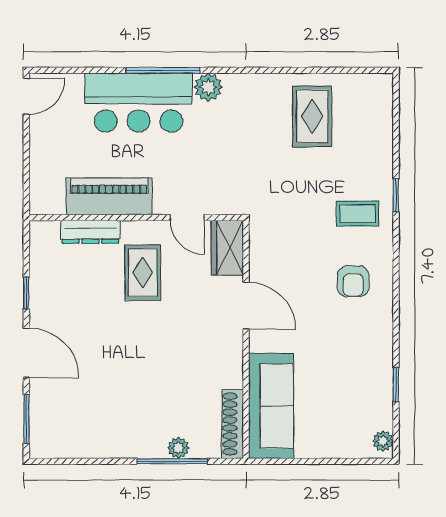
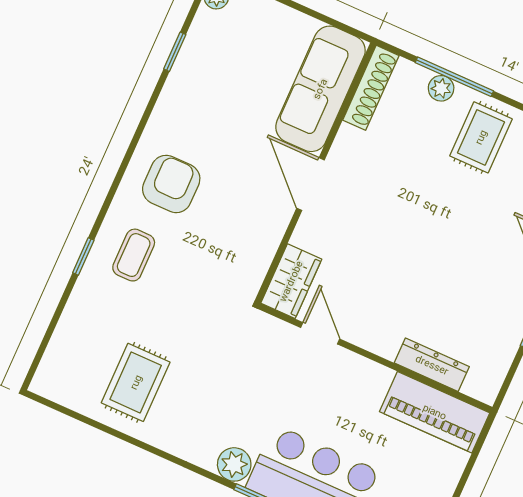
piano: (109, 196) -> (435, 412), moved
coffee table: (358, 214) -> (134, 255), turned 90
rug: (143, 273) -> (481, 137), moved
armchair: (353, 281) -> (171, 184), width x1.38, depth x1.38
door: (246, 306) -> (310, 184), moved

